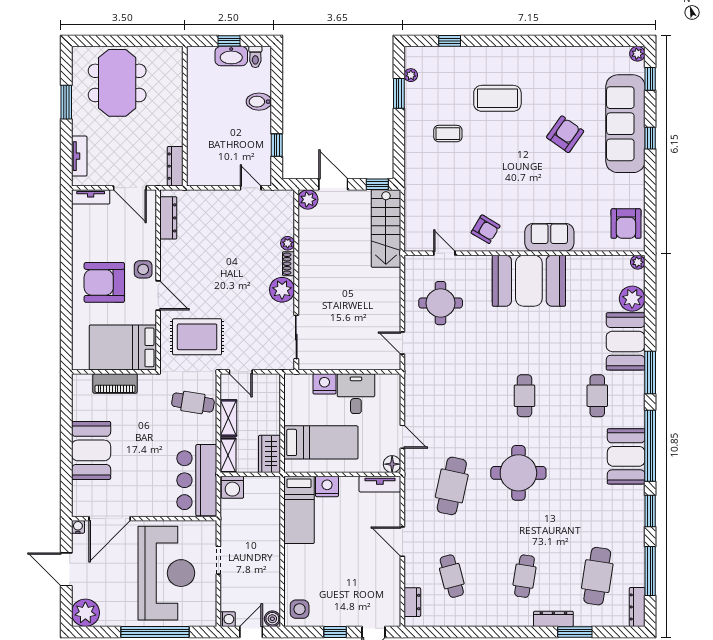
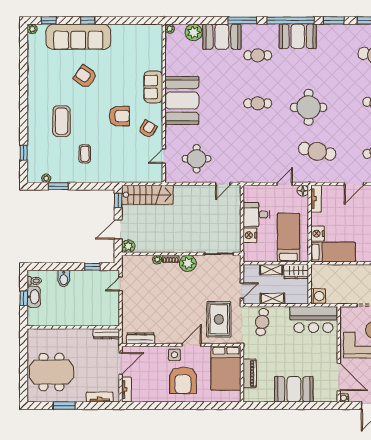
armchair: (626, 224) -> (119, 116), moved
shelving: (228, 455) -> (271, 270), moved

